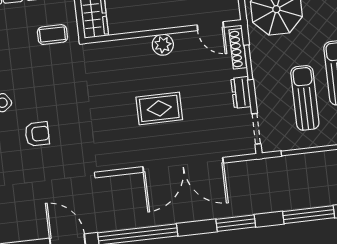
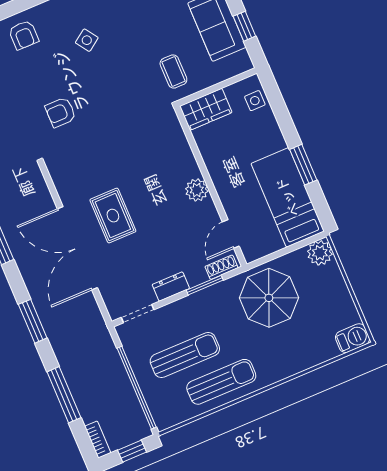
shoe rack: (238, 49) -> (221, 267), width x0.70
rug: (159, 108) -> (113, 216), moved
armchair: (37, 134) -> (60, 112), moved, turned 90

